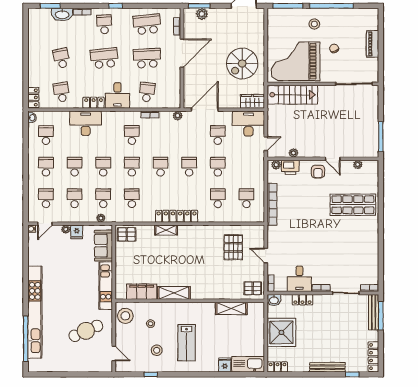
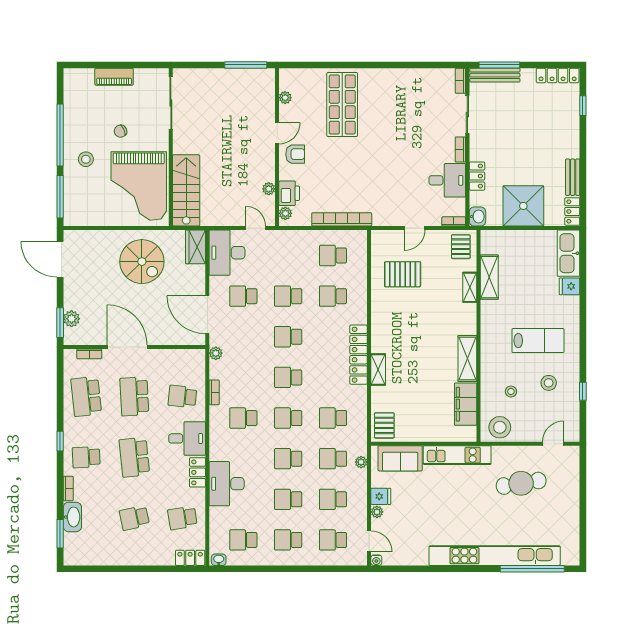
shelving: (224, 295) -> (470, 287), added
cafe table: (86, 331) -> (521, 483), turned -75
bench: (327, 367) -> (573, 177), moved, width x0.73

